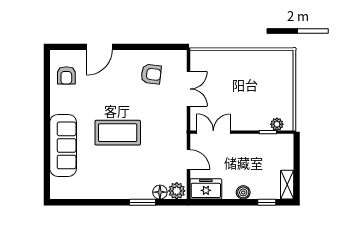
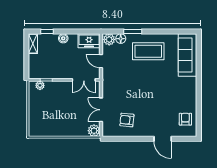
door: (99, 47) -> (163, 139), swing flipped
plant: (199, 59) -> (94, 131), added
coffee table: (118, 133) -> (148, 51), moved
sofa: (63, 145) -> (188, 55), moved

